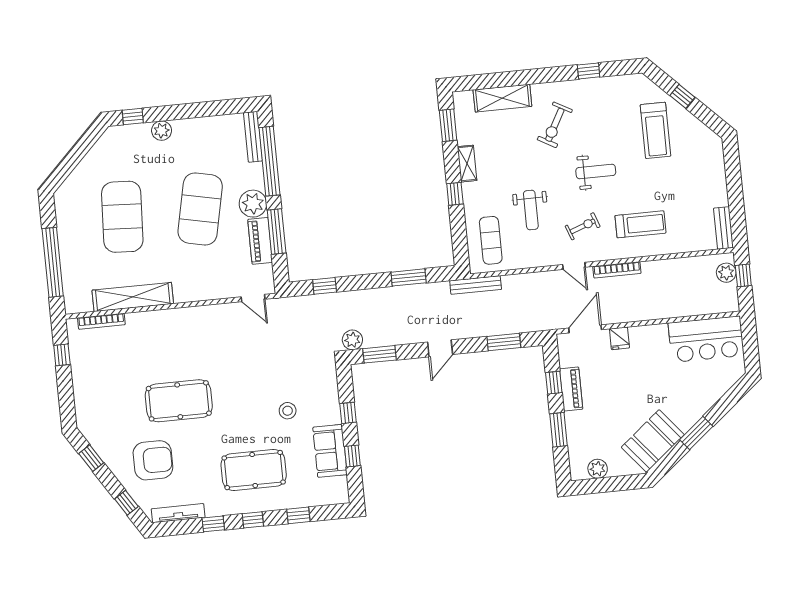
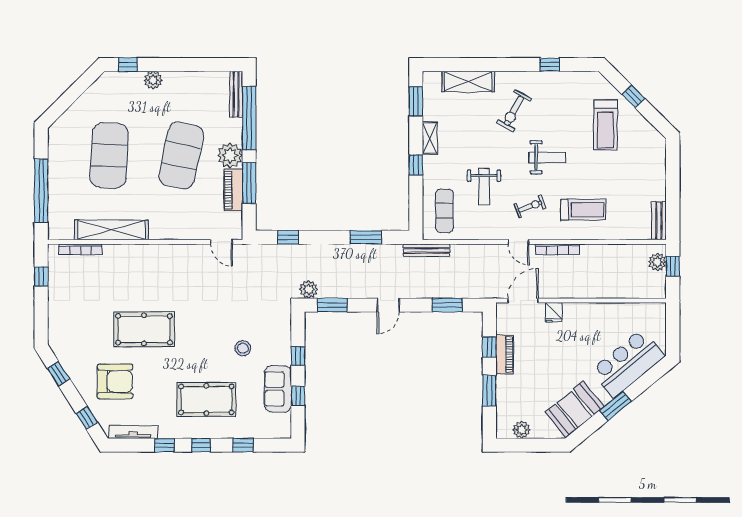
bar counter: (706, 339) -> (628, 363), moved, turned 141

